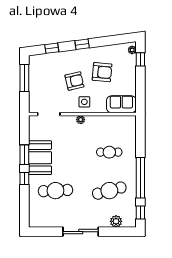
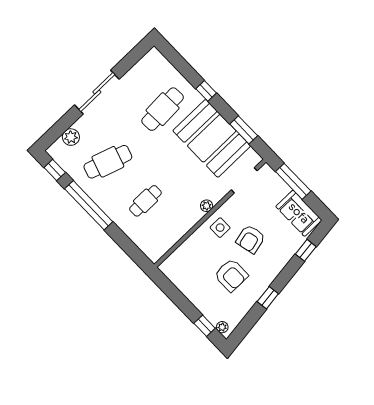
window: (82, 44) -> (268, 298), moved
armchair: (102, 72) -> (231, 275), turned -95
window: (24, 78) -> (293, 181), moved
sofa: (121, 104) -> (299, 213), moved, turned 90
window: (24, 155) -> (244, 130), moved
booth: (40, 158) -> (212, 138), width x1.36, depth x1.42
cafe table: (109, 191) -> (108, 162), turned 33

